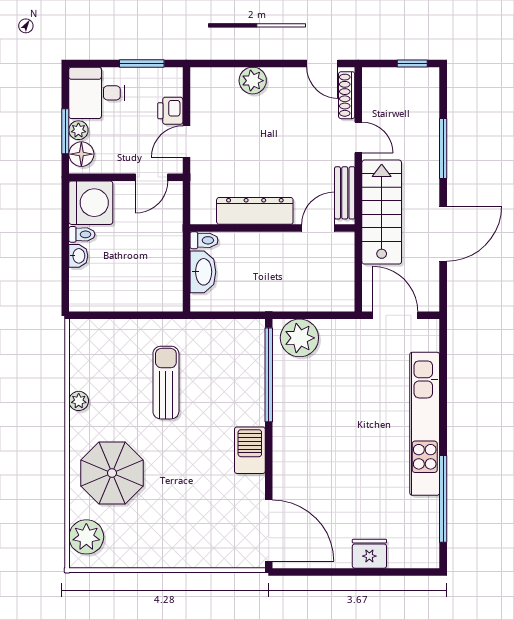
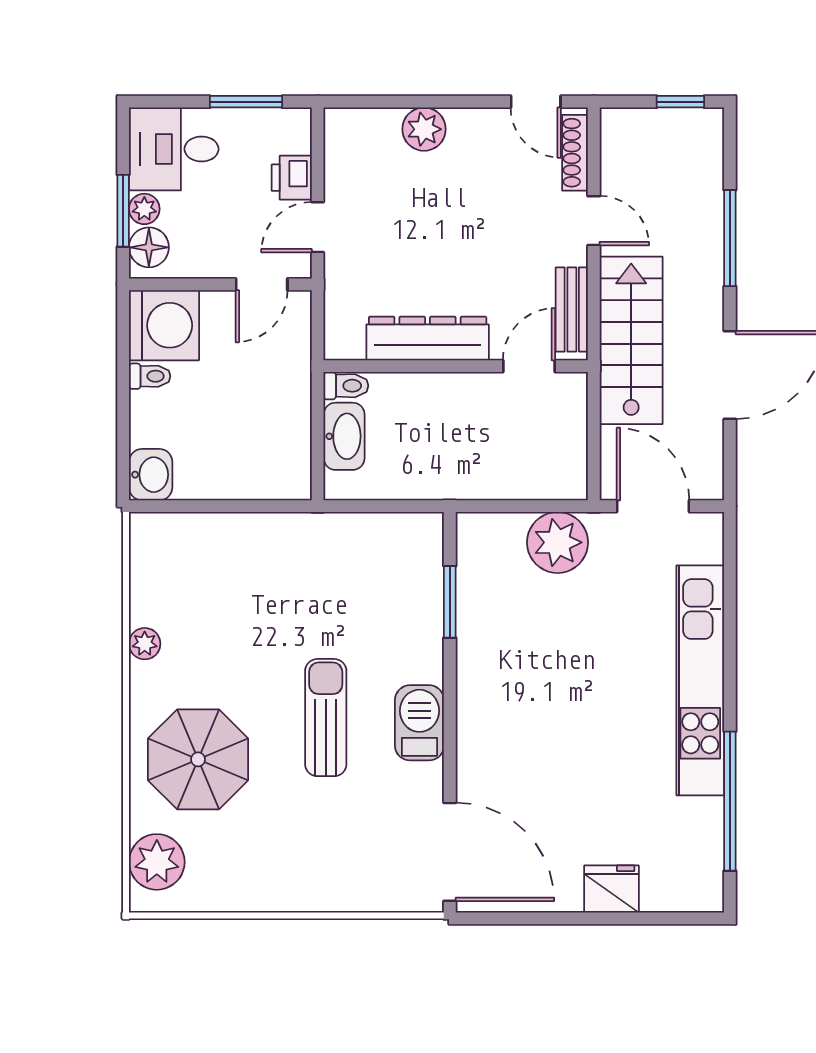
washbasin: (78, 256) -> (151, 475), moved, width x1.38, depth x1.45
plant: (299, 338) -> (558, 542), moved
window: (269, 375) -> (450, 602), width x0.47
sun lounger: (166, 383) -> (326, 718), moved

